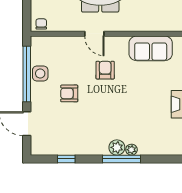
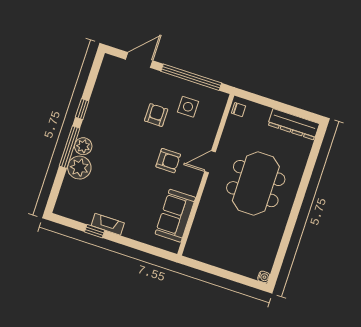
side table: (40, 74) -> (188, 107), moved
plant: (131, 150) -> (79, 168), width x1.87, depth x1.87
window: (66, 159) -> (82, 109), moved

